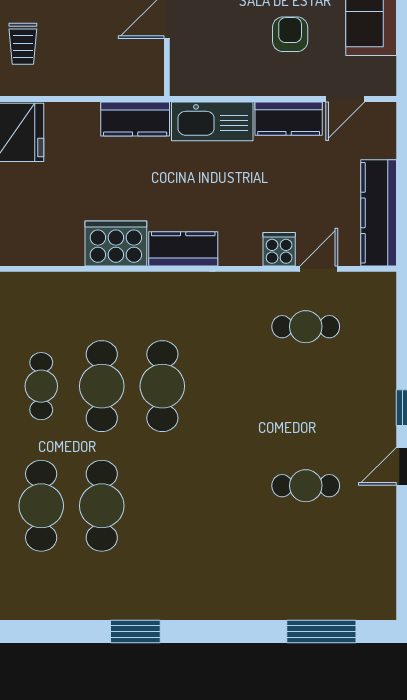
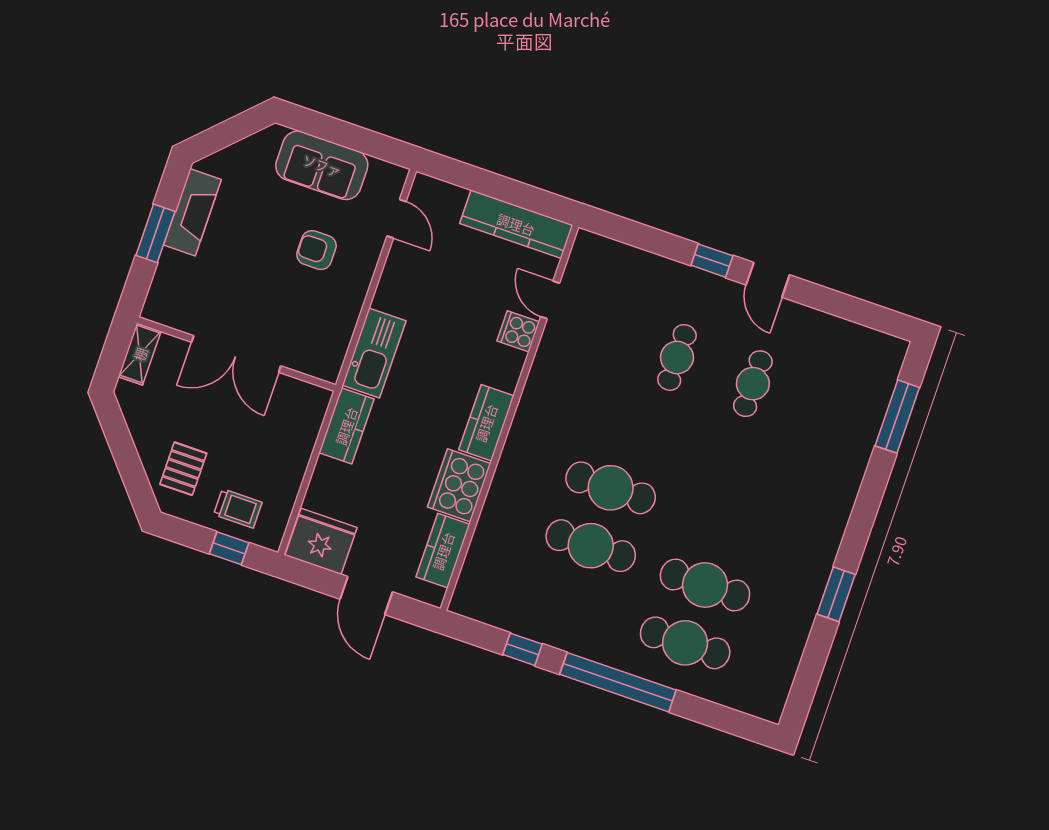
kitchen counter: (289, 119) -> (443, 551), moved, turned 180
cafe table: (306, 327) -> (677, 357), moved
cafe table: (41, 386) -> (571, 604), removed

